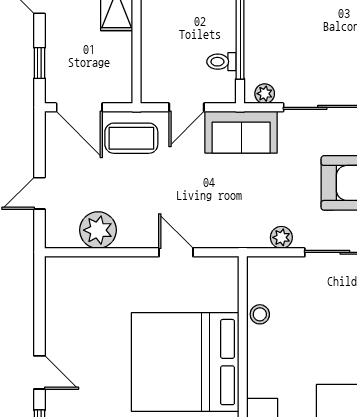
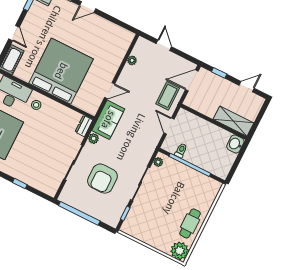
sofa: (241, 132) -> (108, 120), moved, turned 180
plant: (98, 230) -> (132, 60), width x0.53, depth x0.53
dresser: (267, 267) -> (84, 126), added
stool: (260, 314) -> (36, 105), moved

